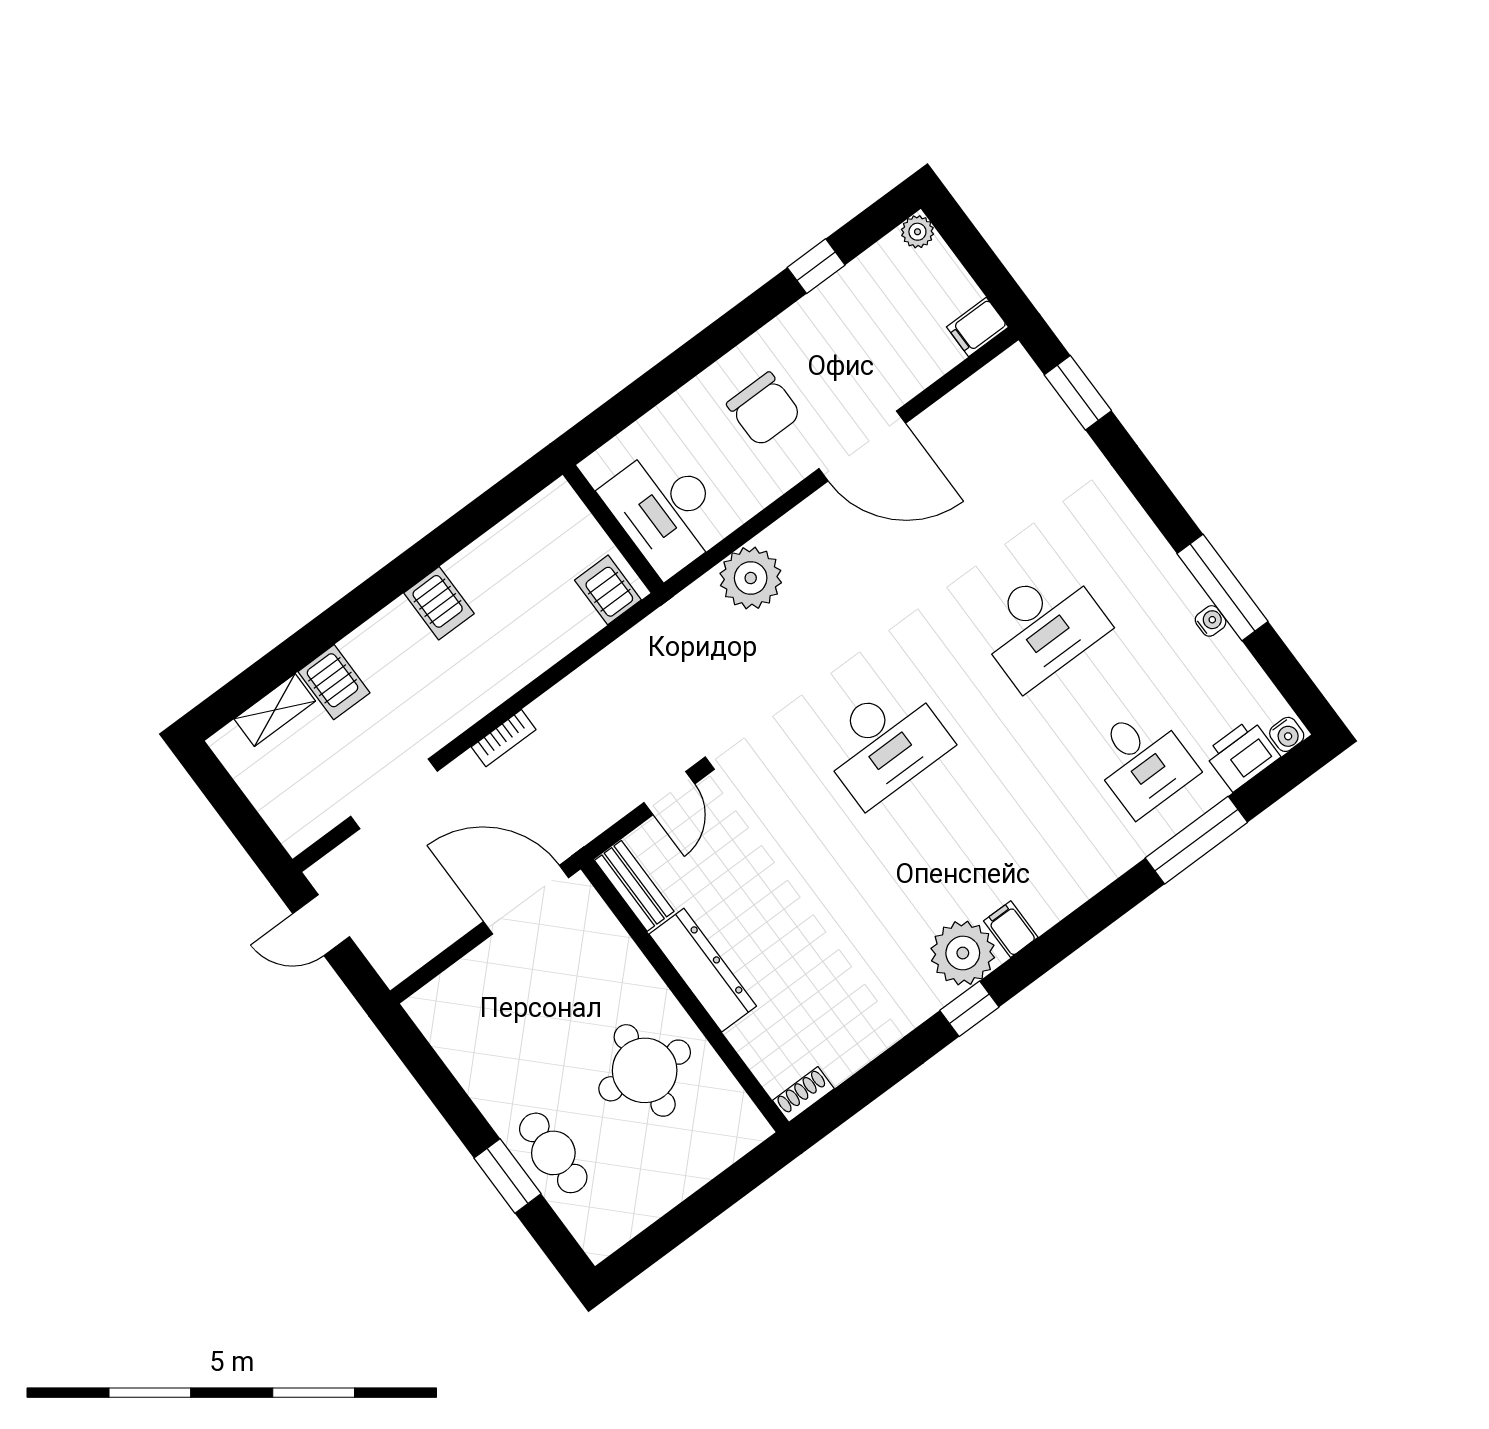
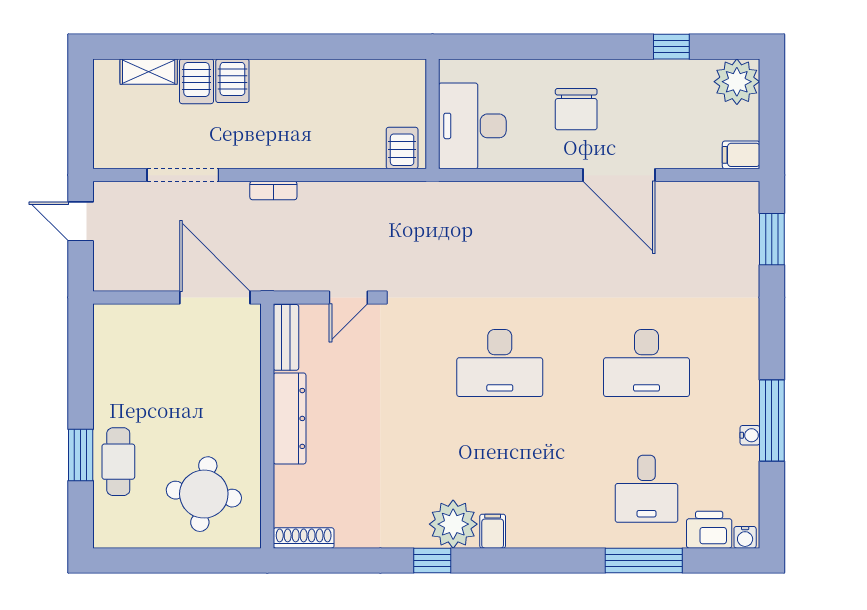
plant: (917, 232) -> (737, 82), width x1.87, depth x1.87
plant: (751, 578) -> (493, 204), removed
server rack: (439, 603) -> (232, 81), moved
round table: (645, 1070) -> (204, 494), moved
shoe rack: (803, 1094) -> (304, 538), width x1.43

